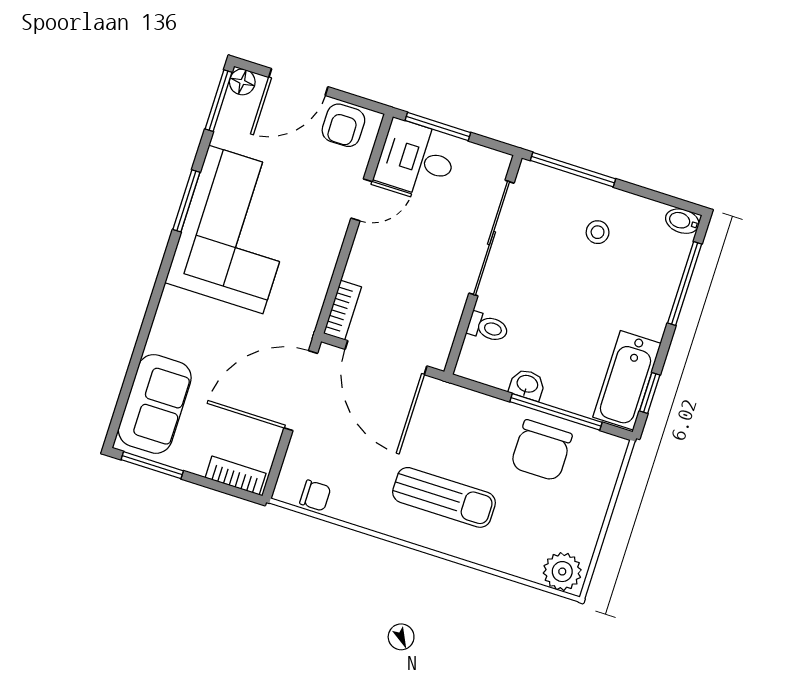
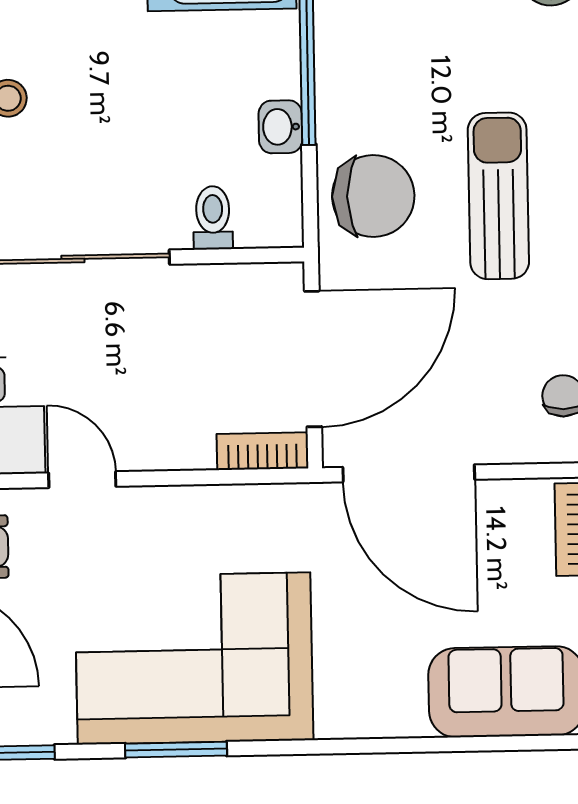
chair: (541, 450) -> (373, 196), moved

